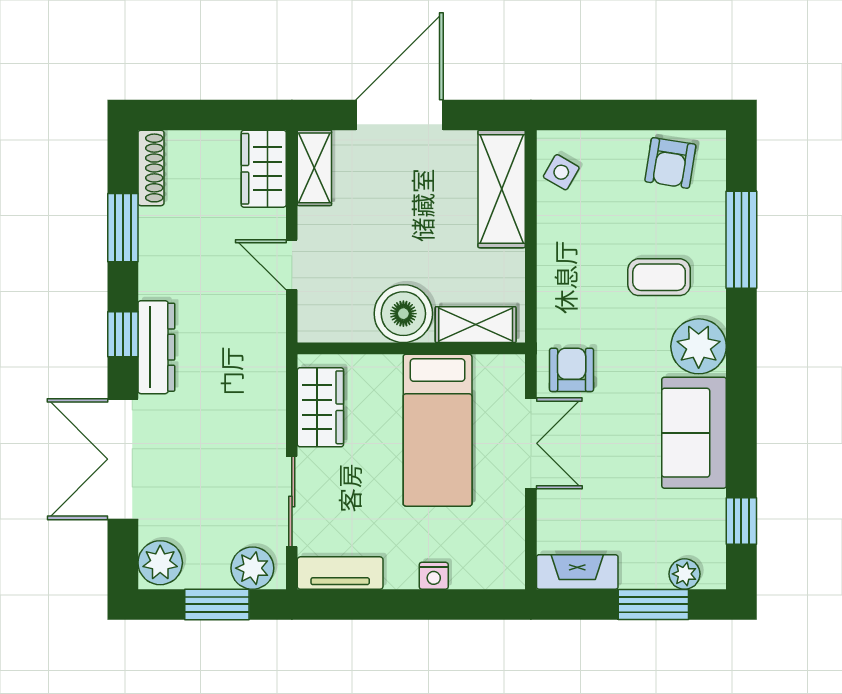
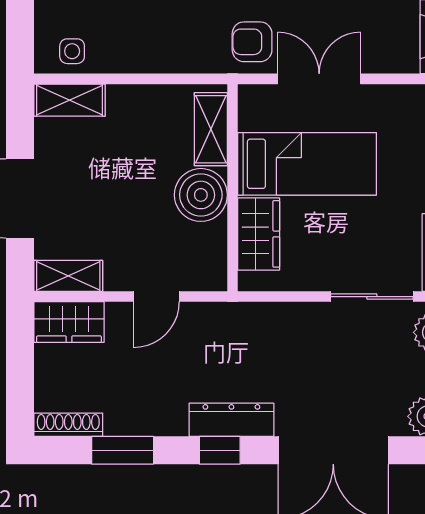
side table: (561, 172) -> (72, 51), turned -30
shelving: (502, 189) -> (70, 100), width x0.67, depth x0.75
wardrobe: (320, 407) -> (259, 234), moved, turned 90

